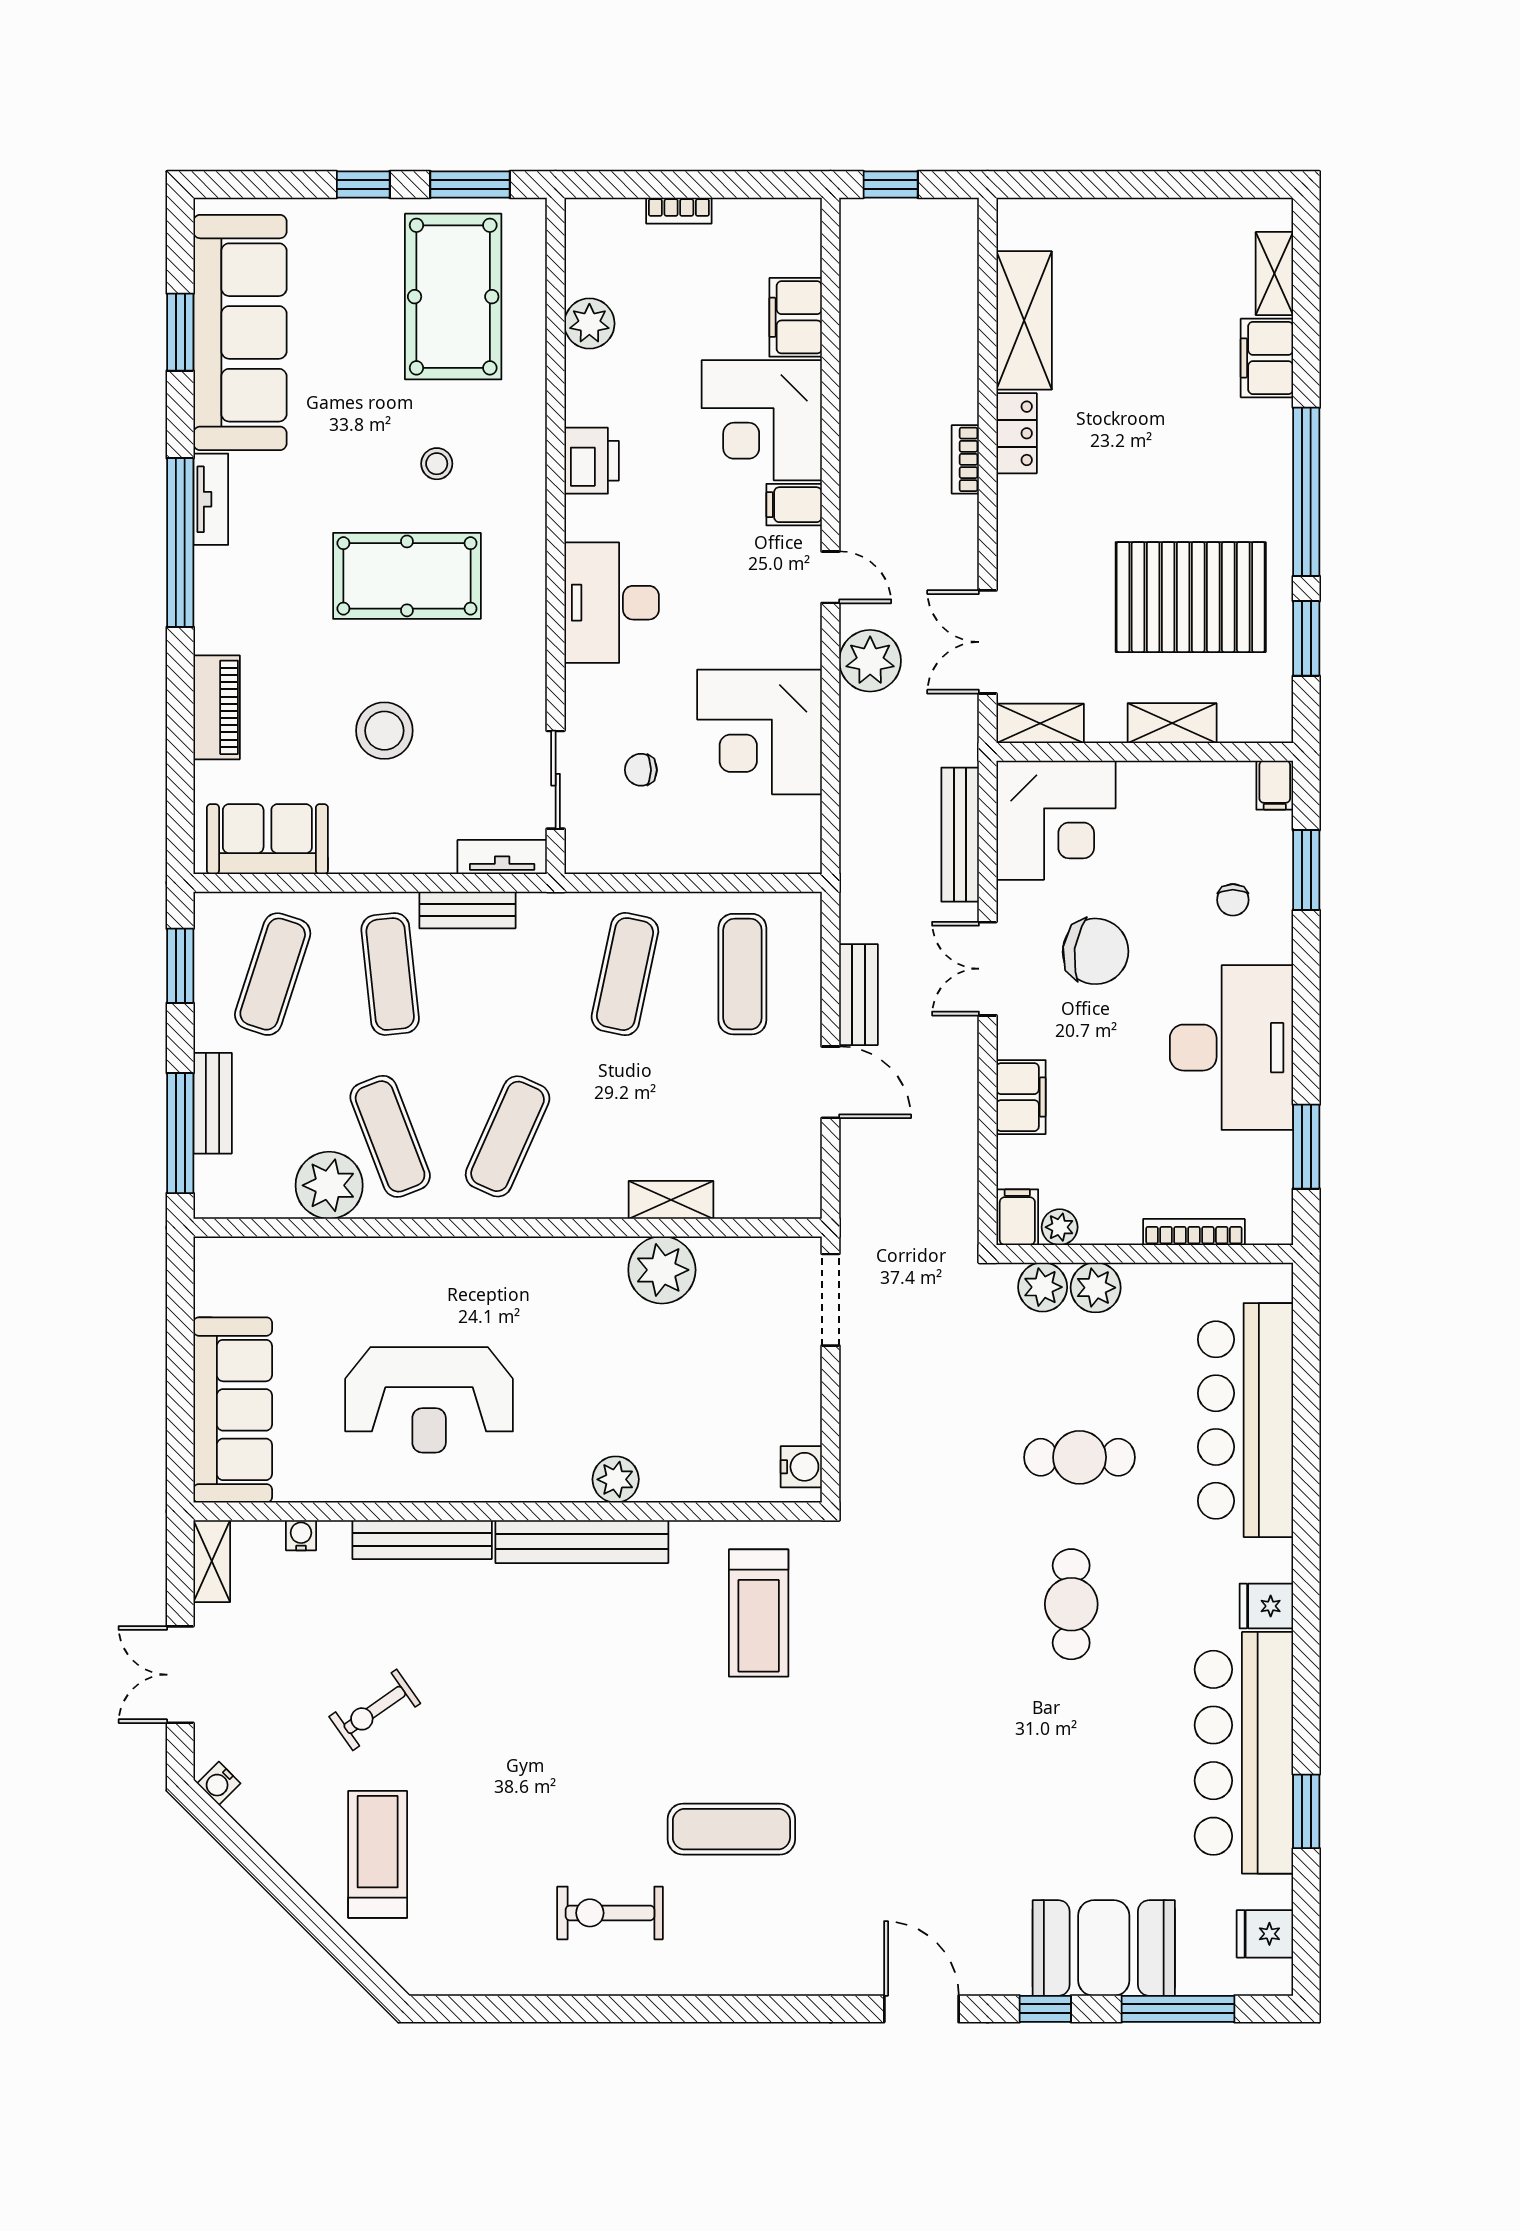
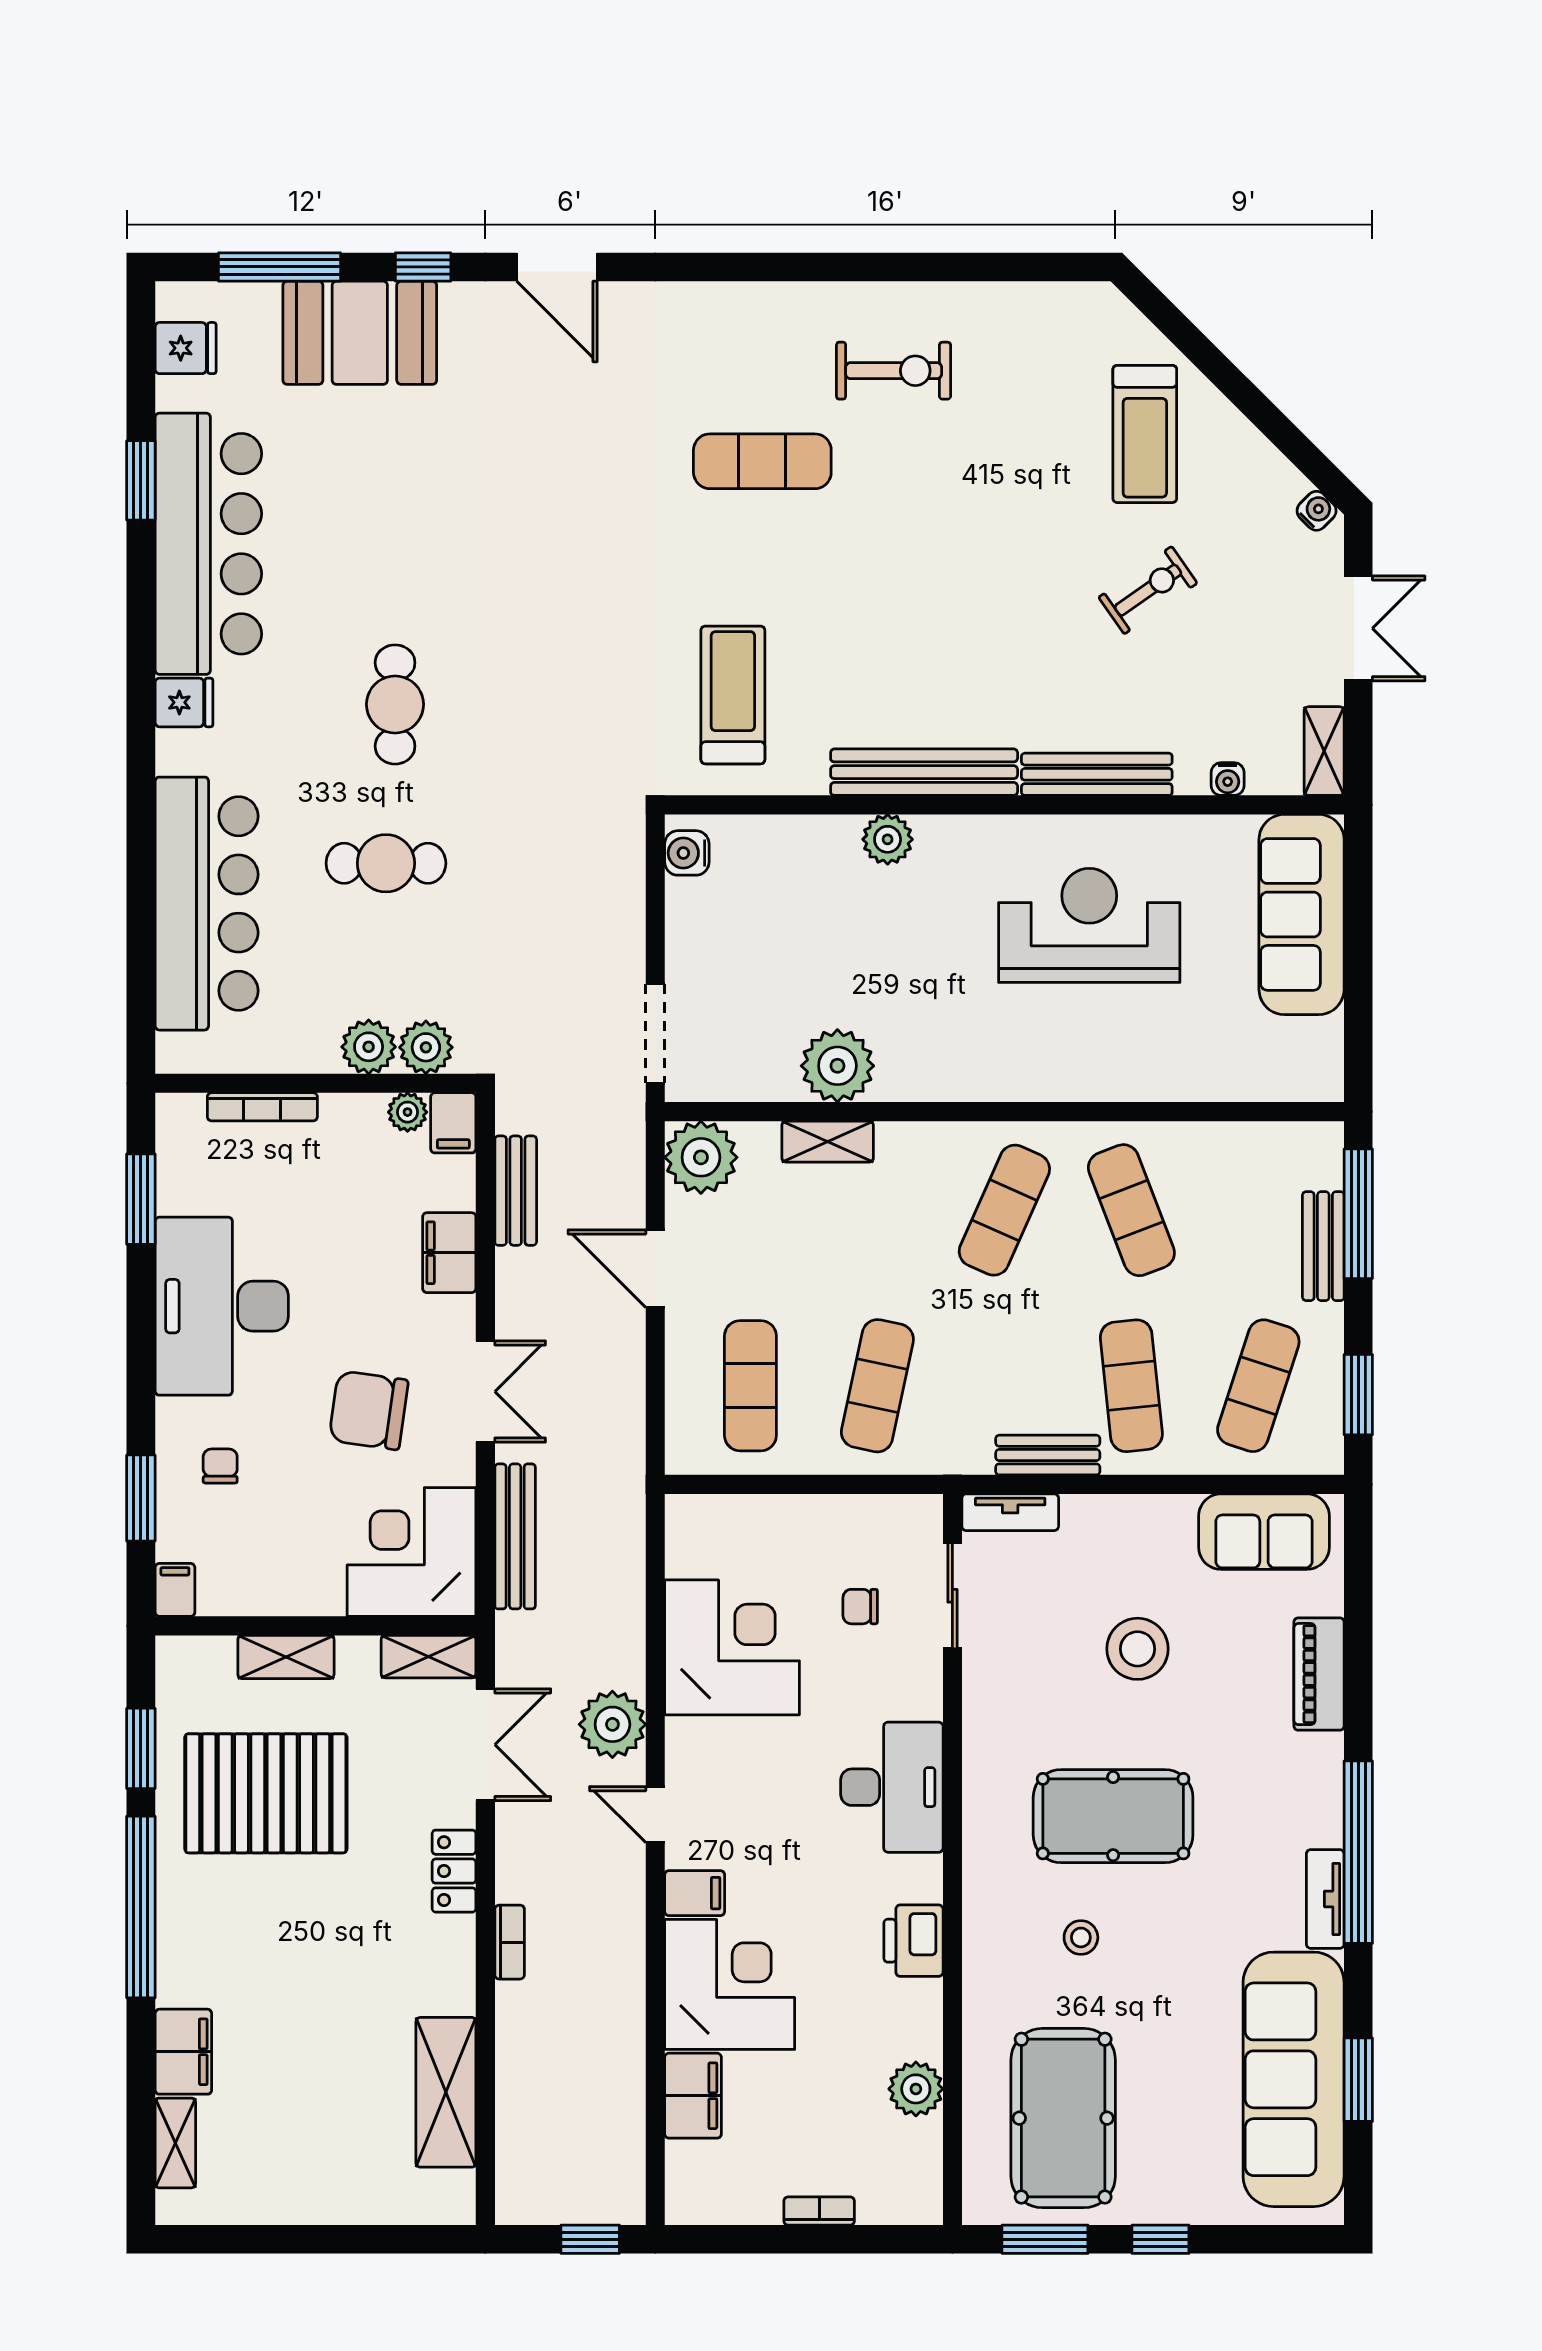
locker: (1017, 433) -> (454, 1871), moved
chair: (641, 770) -> (860, 1607), turned 180
bench: (859, 995) -> (516, 1191), moved
plant: (329, 1185) -> (701, 1157), moved

